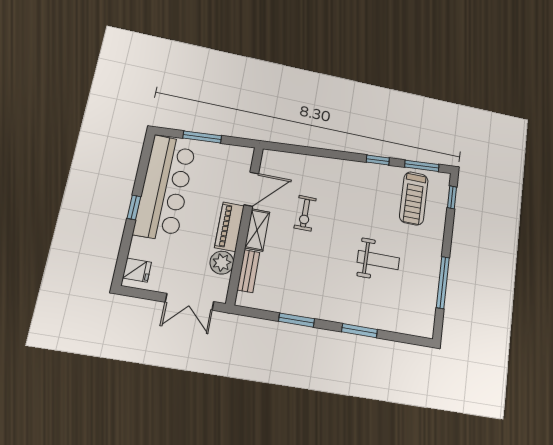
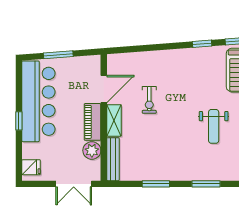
weight bench: (378, 260) -> (214, 126), turned 90
bench: (248, 271) -> (113, 159), width x1.36

